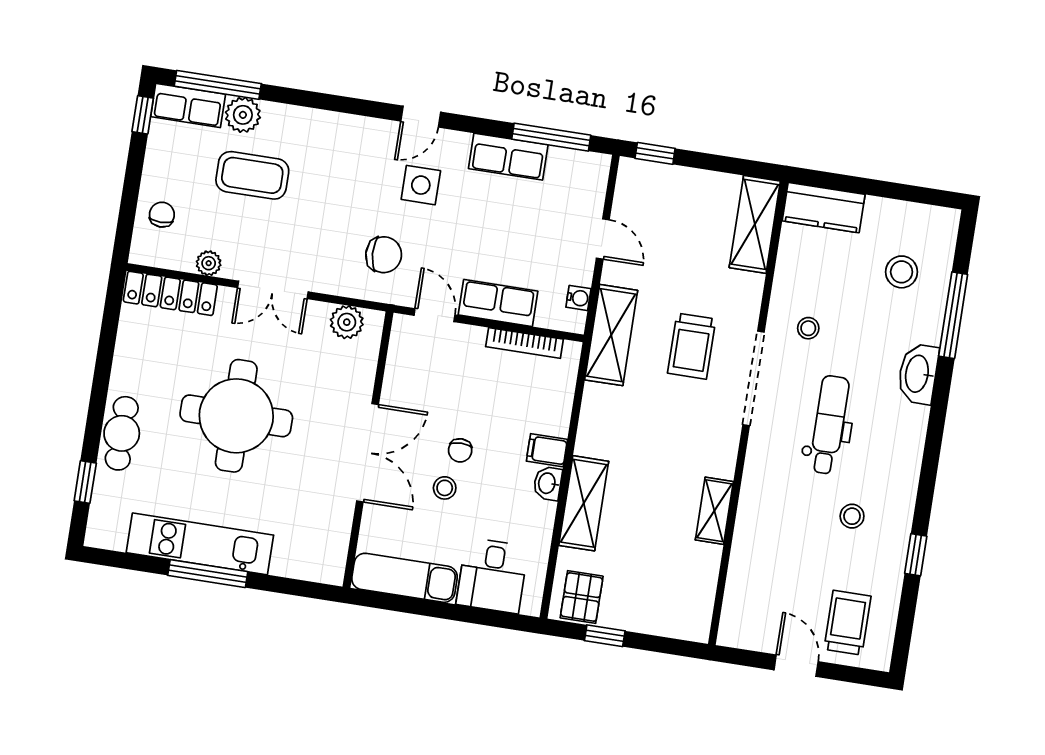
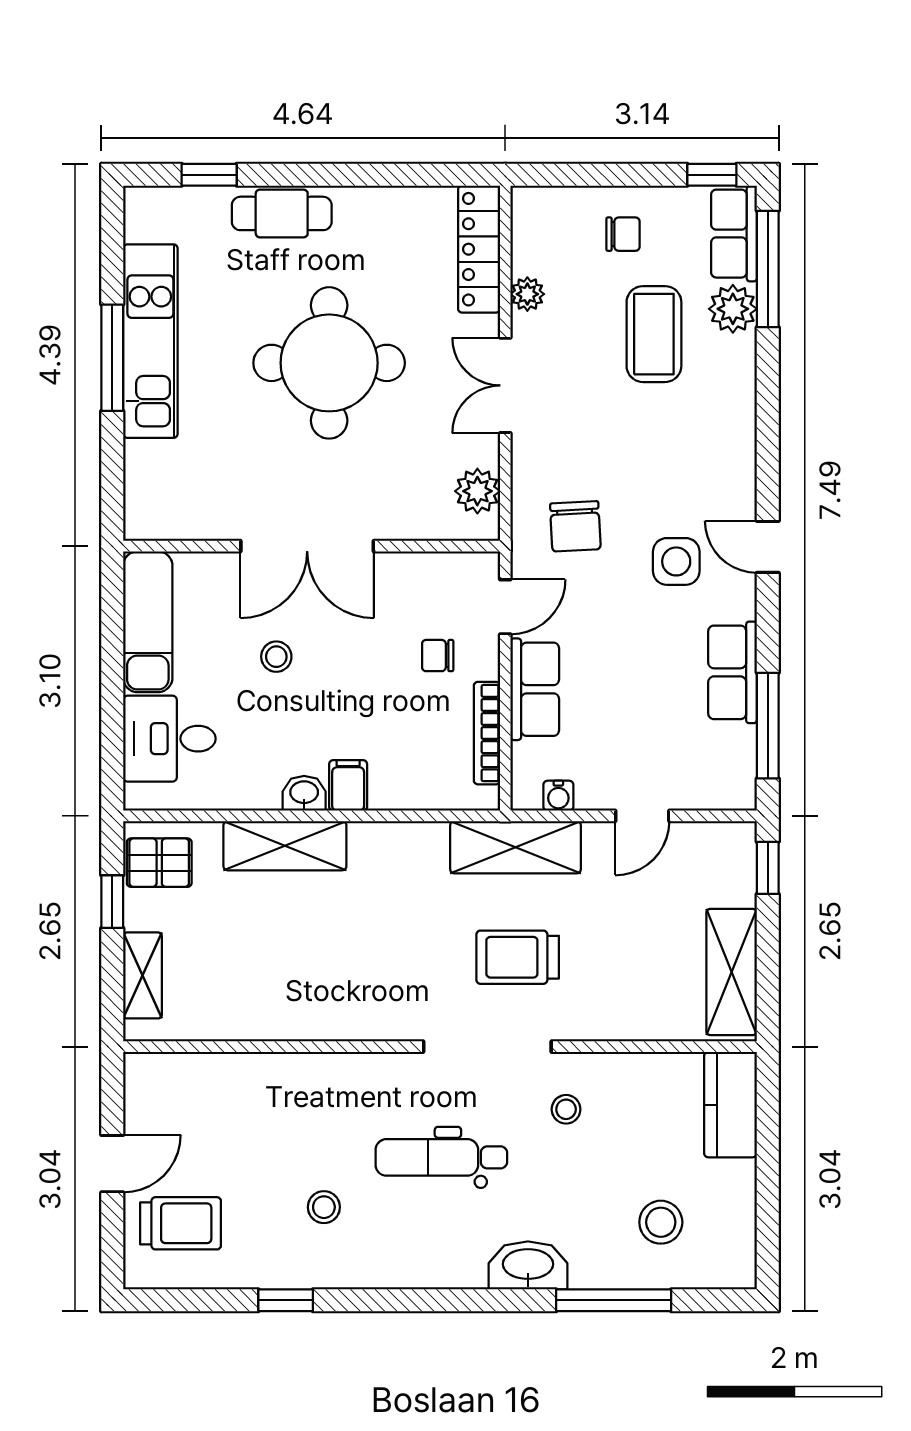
chair: (162, 215) -> (623, 234), moved
shelving: (755, 224) -> (732, 972), moved, turned 90
dental chair: (829, 425) -> (441, 1157), turned 180
chair: (460, 450) -> (438, 656), moved
shelving: (714, 511) -> (142, 975), moved, turned 90

